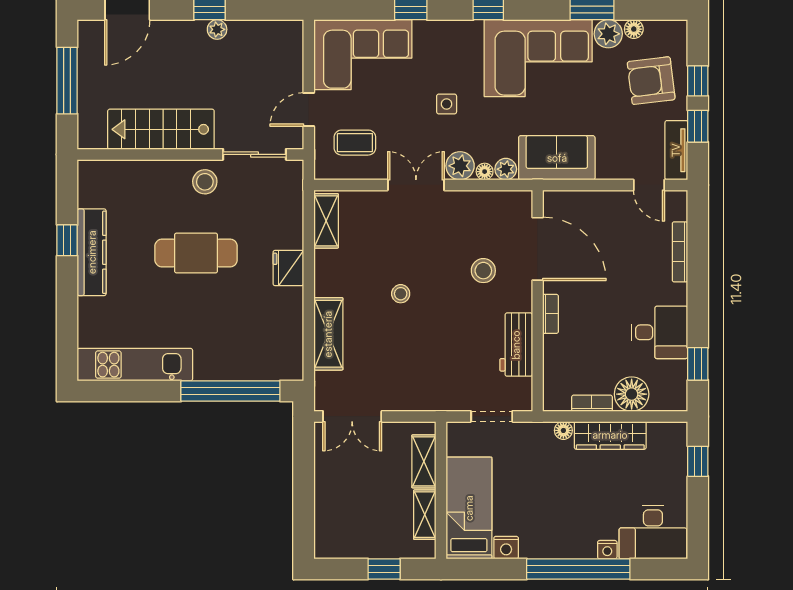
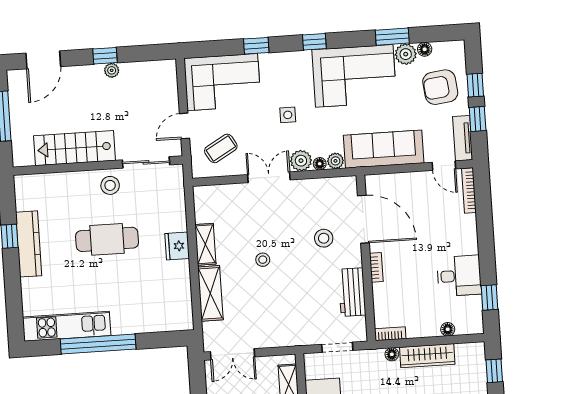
coffee table: (355, 143) -> (221, 148), turned -30
sofa: (557, 158) -> (384, 149), width x1.36
shelving: (326, 221) -> (205, 244), moved
bookcase: (680, 252) -> (469, 190), moved
window: (230, 391) -> (98, 344), moved
floor lamp: (632, 394) -> (448, 329), width x0.53, depth x0.53
bookcase: (592, 403) -> (390, 334), moved

